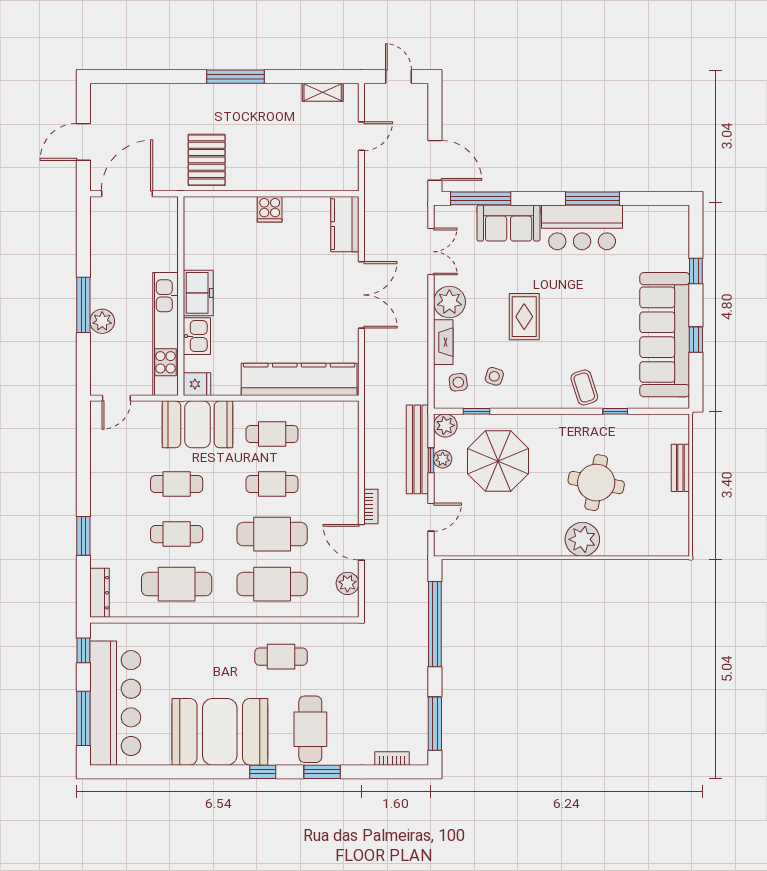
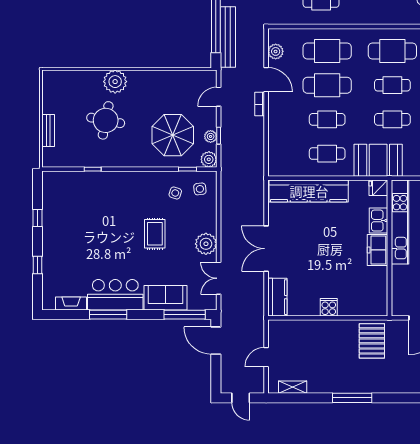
sofa: (665, 335) -> (59, 221), removed
fireplace: (443, 342) -> (71, 304), moved, turned 90
coffee table: (584, 387) -> (114, 185), removed
bench: (417, 449) -> (228, 37), moved

